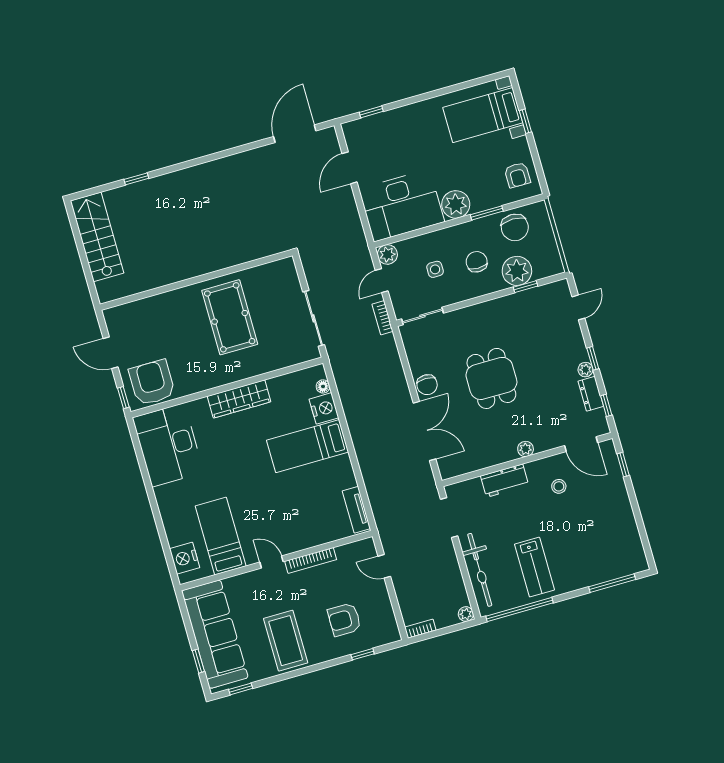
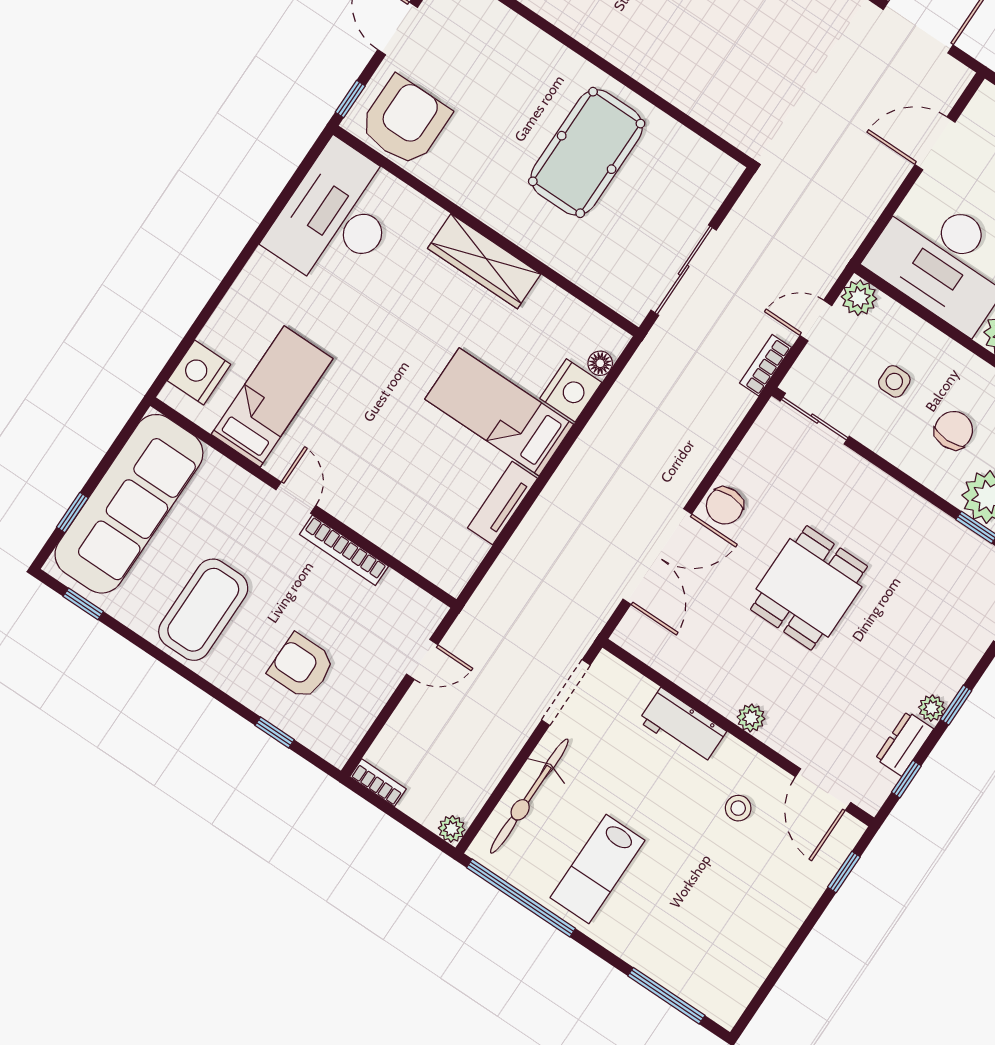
tv unit: (356, 510) -> (502, 503), moved
door: (384, 566) -> (422, 659), swing flipped

